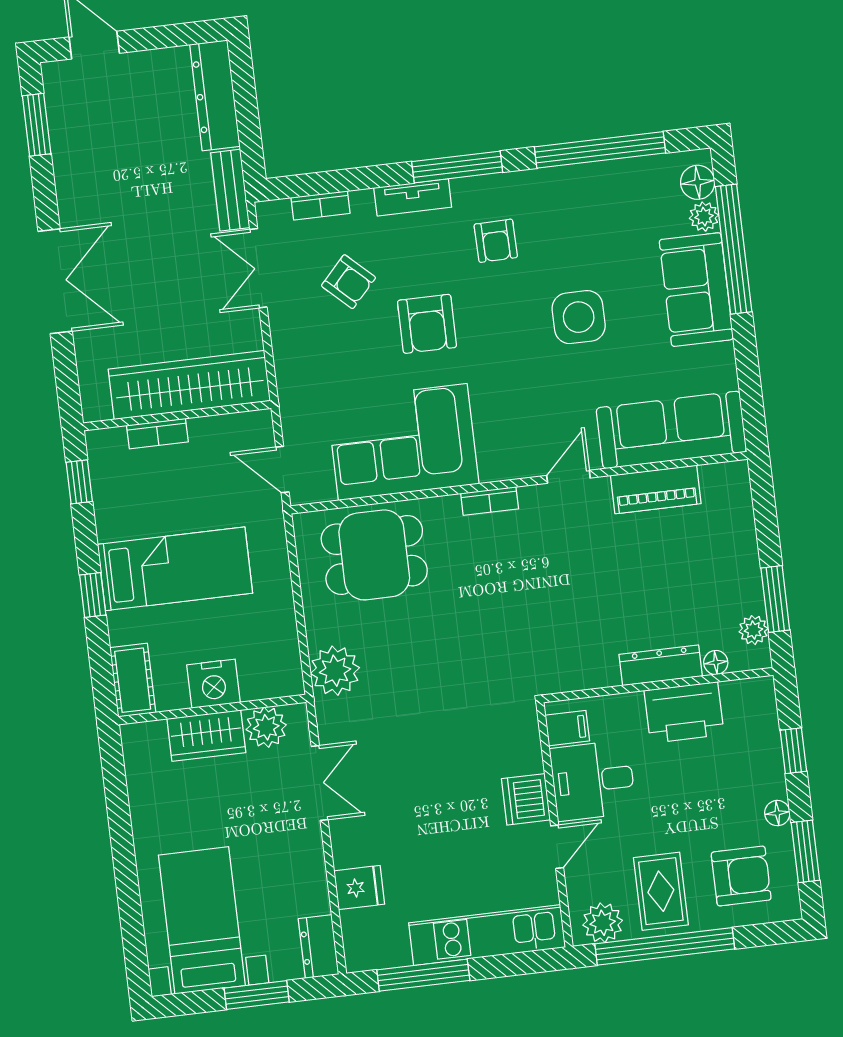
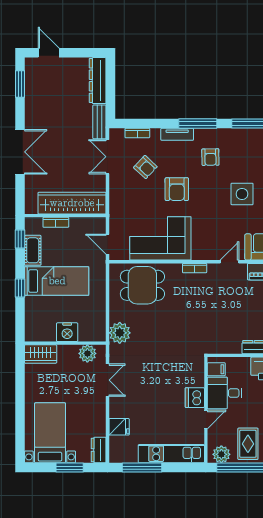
cot: (133, 680) -> (33, 250), moved
wardrobe: (206, 736) -> (41, 354), moved

